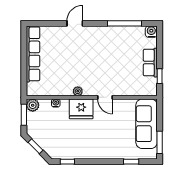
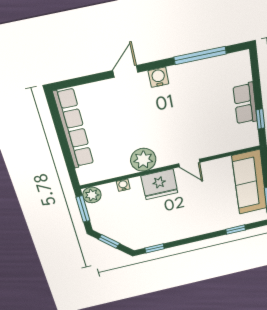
water cooler: (151, 32) -> (158, 77), moved
plant: (78, 91) -> (143, 160), width x1.87, depth x1.87

